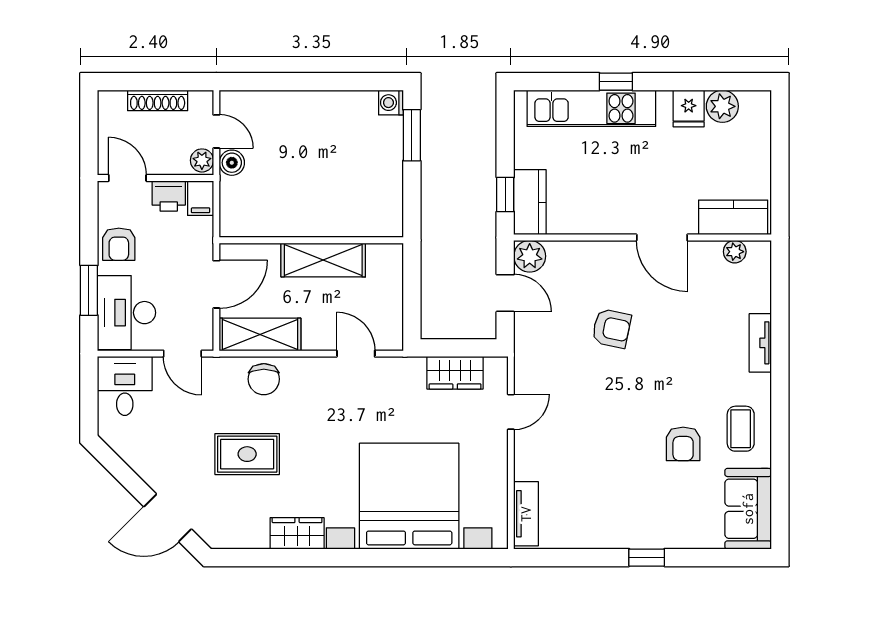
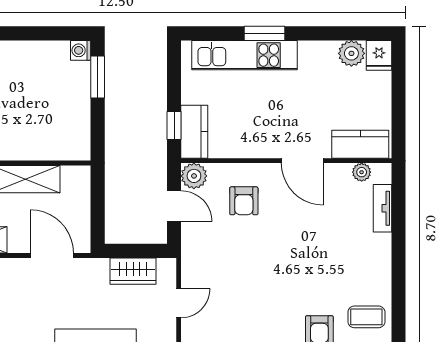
window: (616, 82) -> (264, 33), width x1.50
fridge: (689, 109) -> (379, 55), moved
armchair: (612, 328) -> (244, 201), moved, turned 78
tv unit: (760, 343) -> (382, 208), moved
door: (356, 354) -> (52, 256), width x1.38
coffee table: (741, 429) -> (366, 317), turned 90

